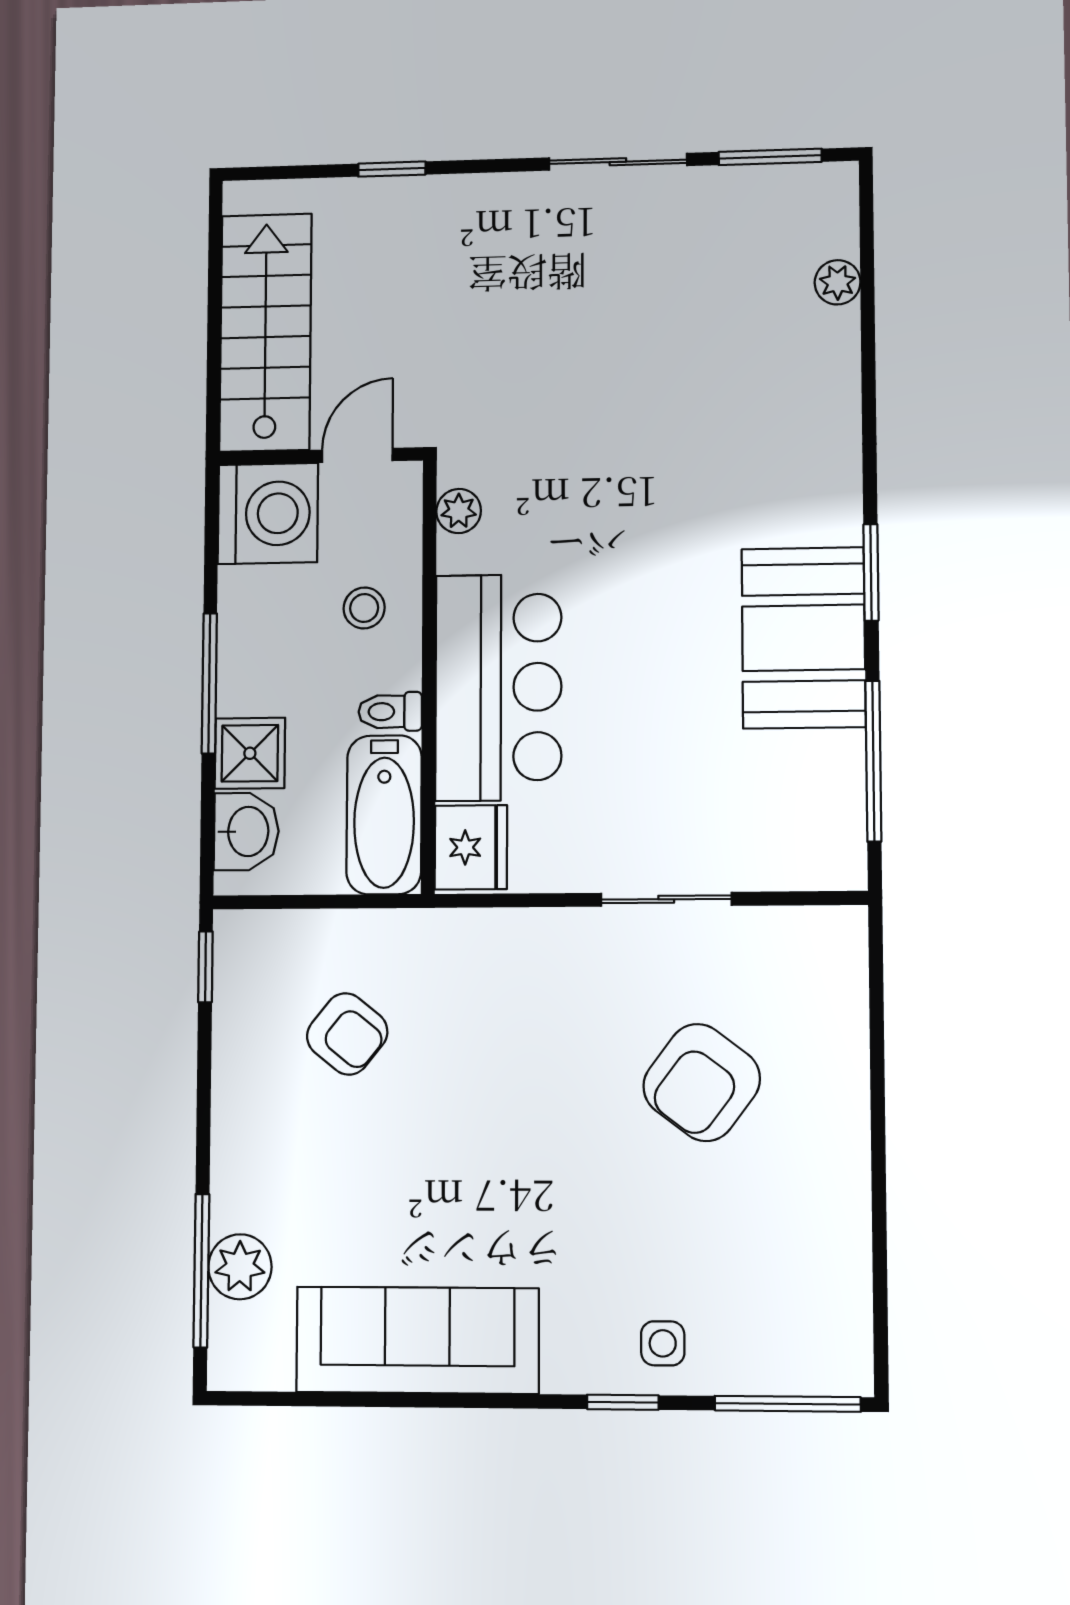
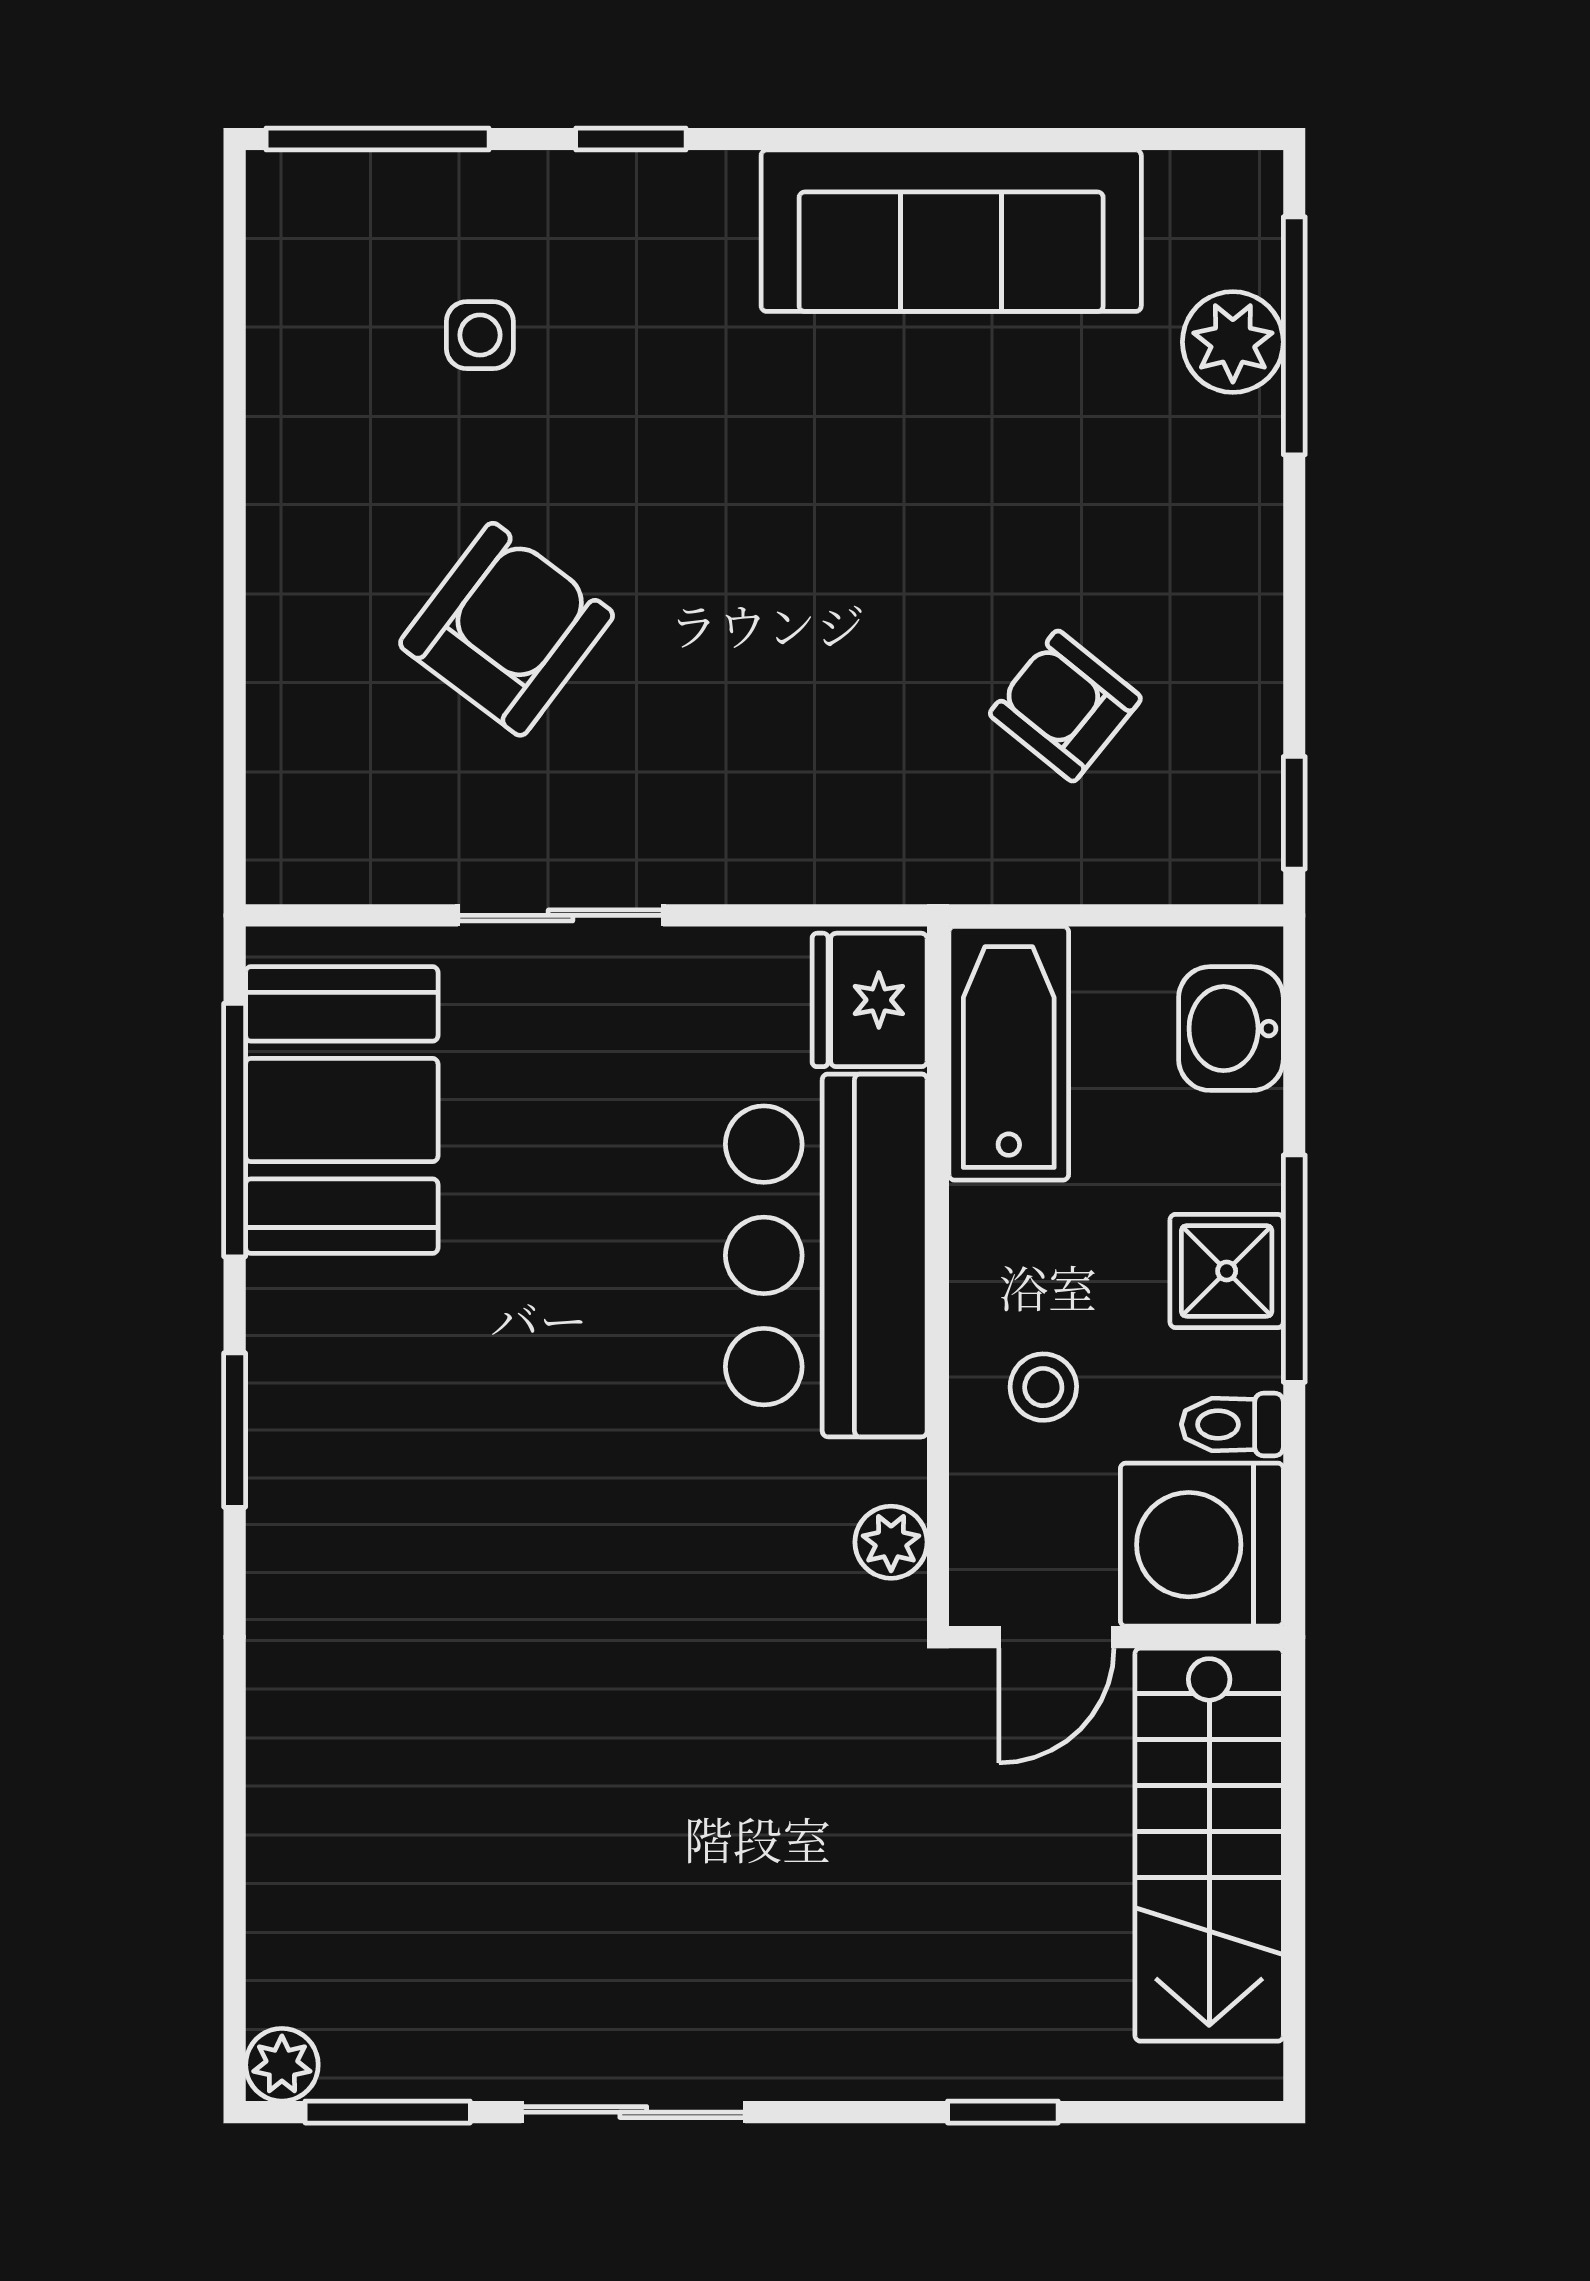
plant: (838, 282) -> (282, 2065), moved
booth: (803, 638) -> (342, 1110), moved
toilet: (390, 712) -> (1232, 1424), moved, turned 180
shower: (250, 753) -> (1227, 1271), moved
side table: (663, 1343) -> (480, 335), moved

